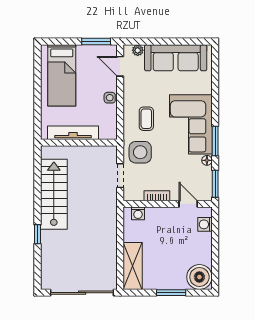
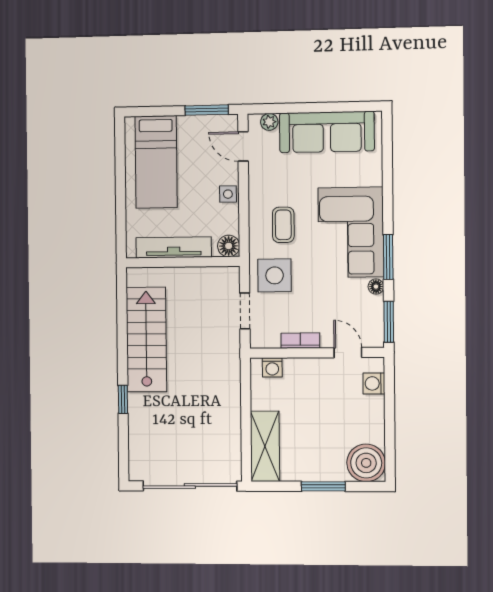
floor lamp: (110, 132) -> (229, 246), added

